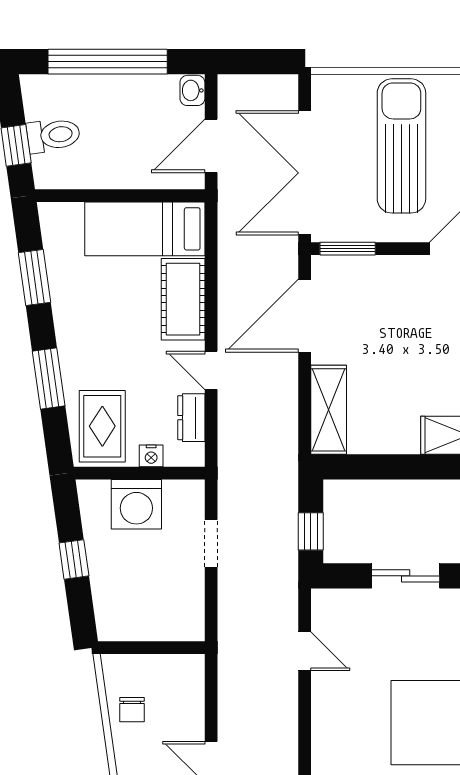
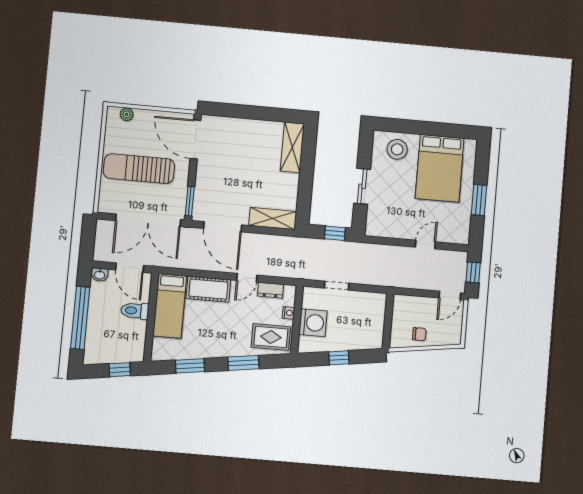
toilet: (53, 135) -> (135, 311), moved, turned -82
door: (305, 651) -> (425, 245), moved

